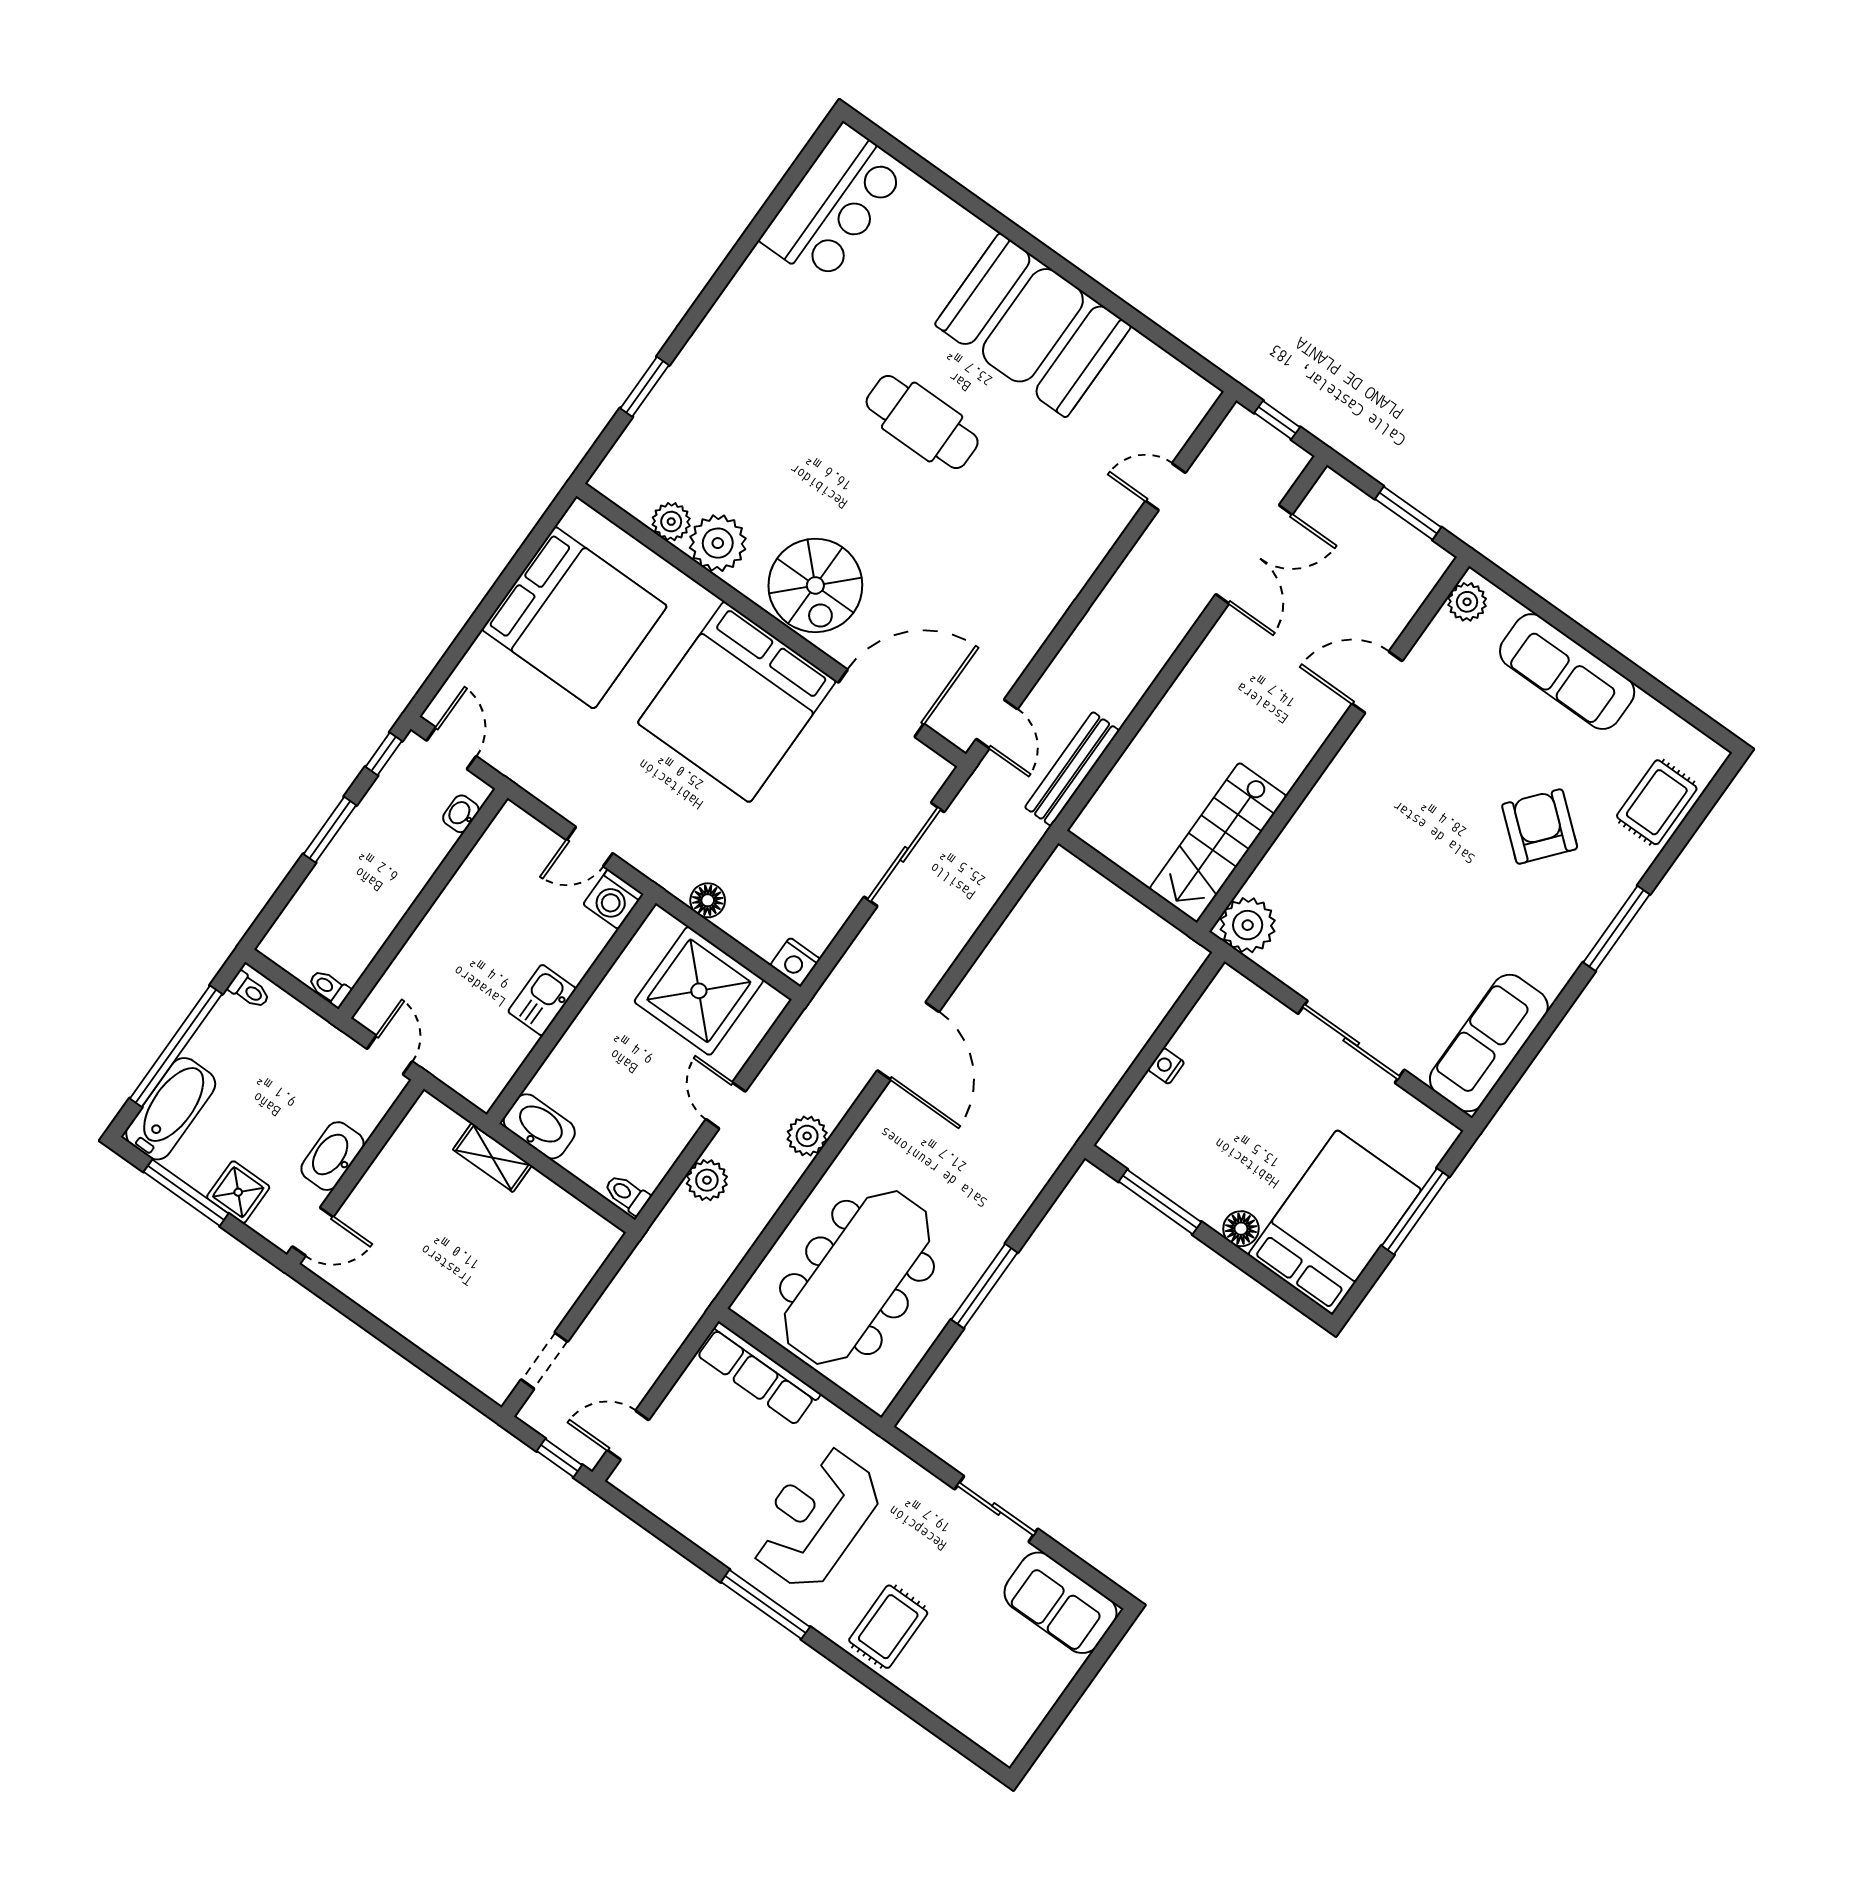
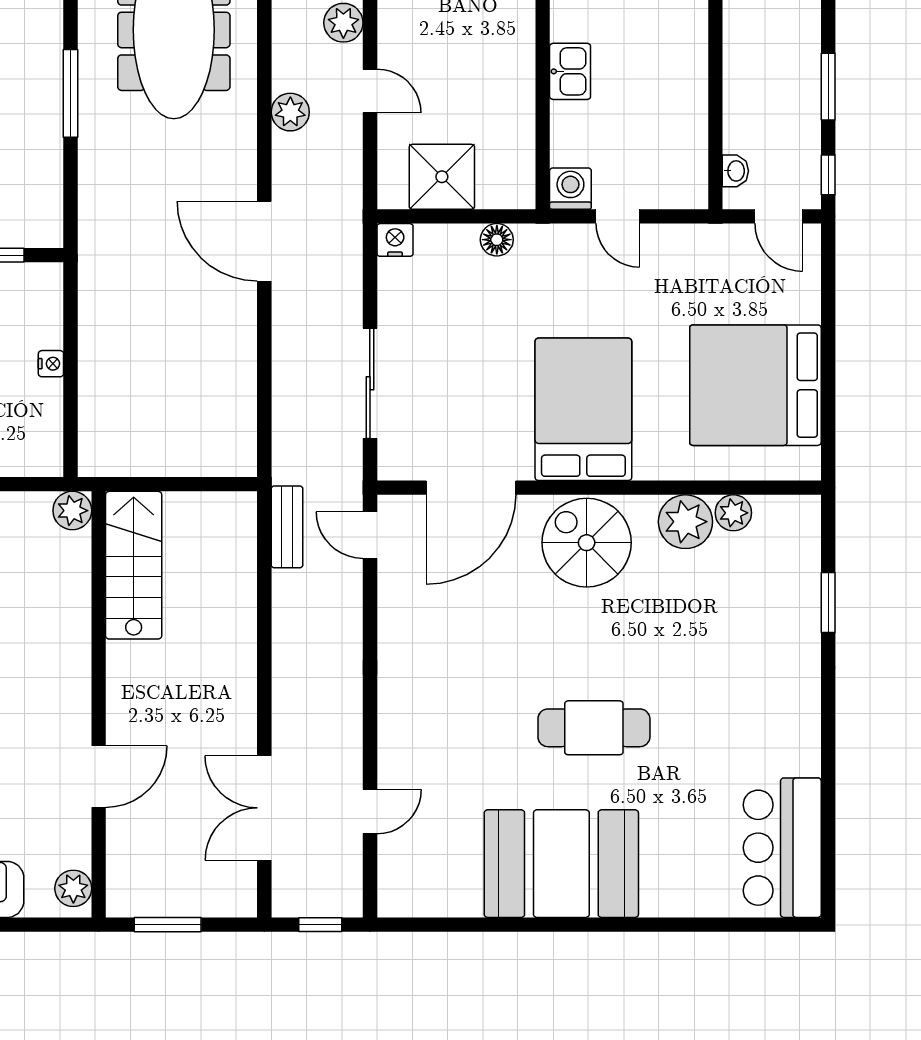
bed: (737, 702) -> (583, 409), width x0.73
bench: (1072, 769) -> (287, 527), width x0.73
door: (590, 847) -> (618, 216), swing flipped
plant: (1248, 925) -> (72, 511), width x0.73, depth x0.73
shower: (699, 991) -> (442, 177), width x0.73, depth x0.73

